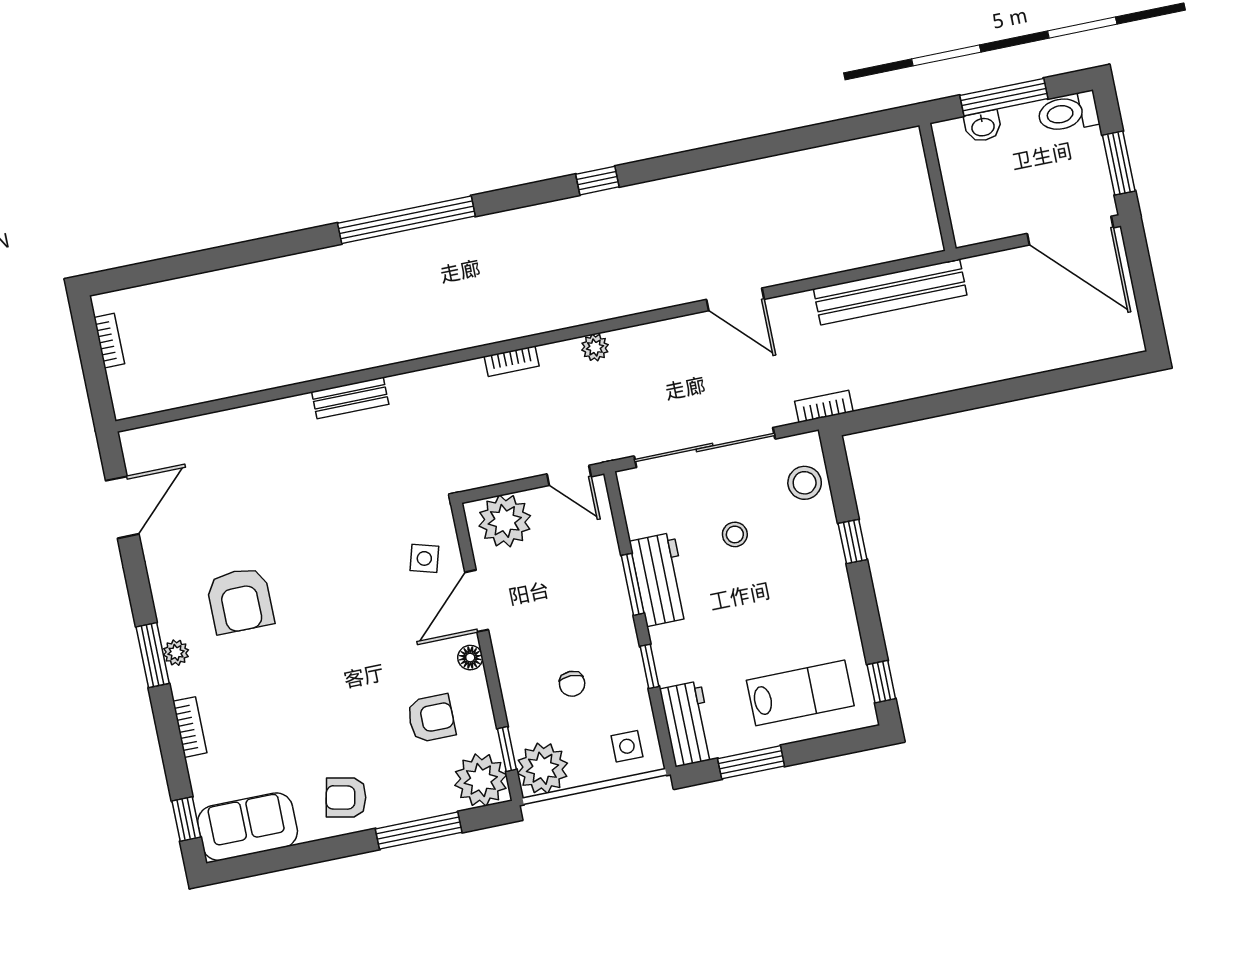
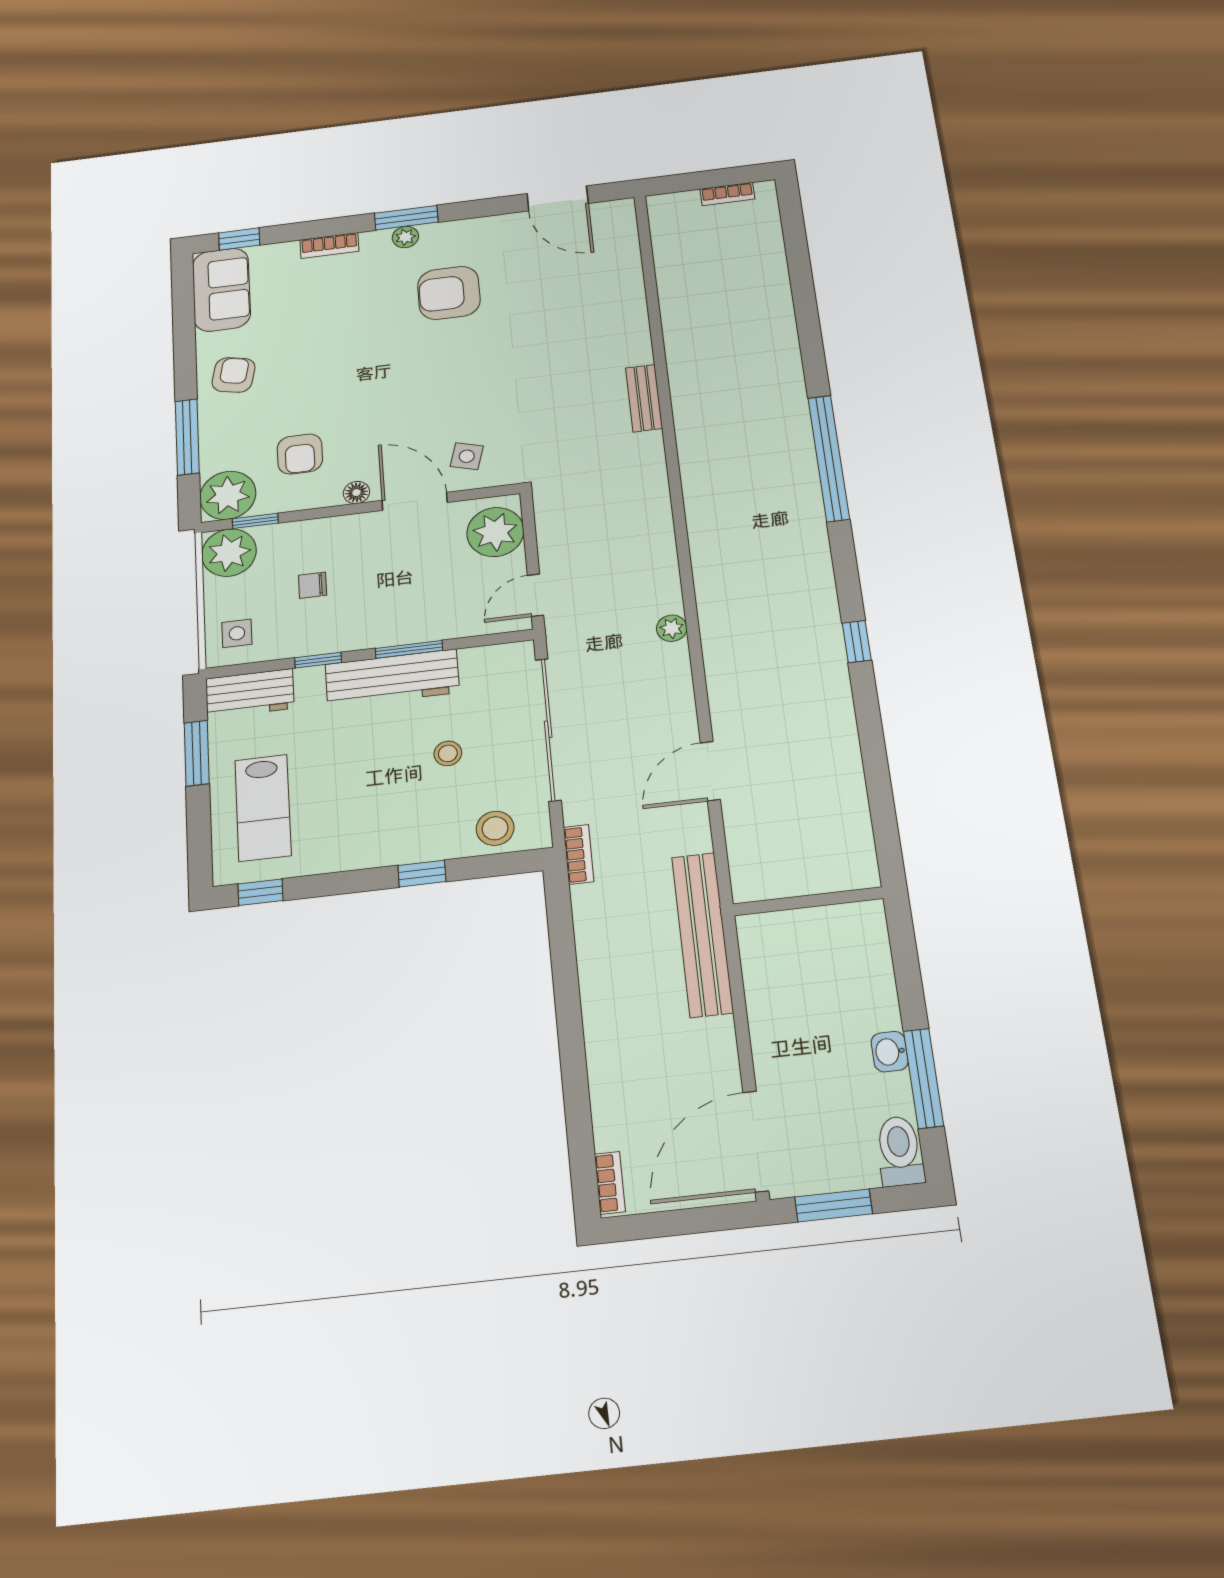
wall: (938, 187) -> (808, 901), moved
bookcase: (512, 361) -> (610, 1183), moved, turned 180
workbench: (660, 579) -> (392, 678), width x1.38

